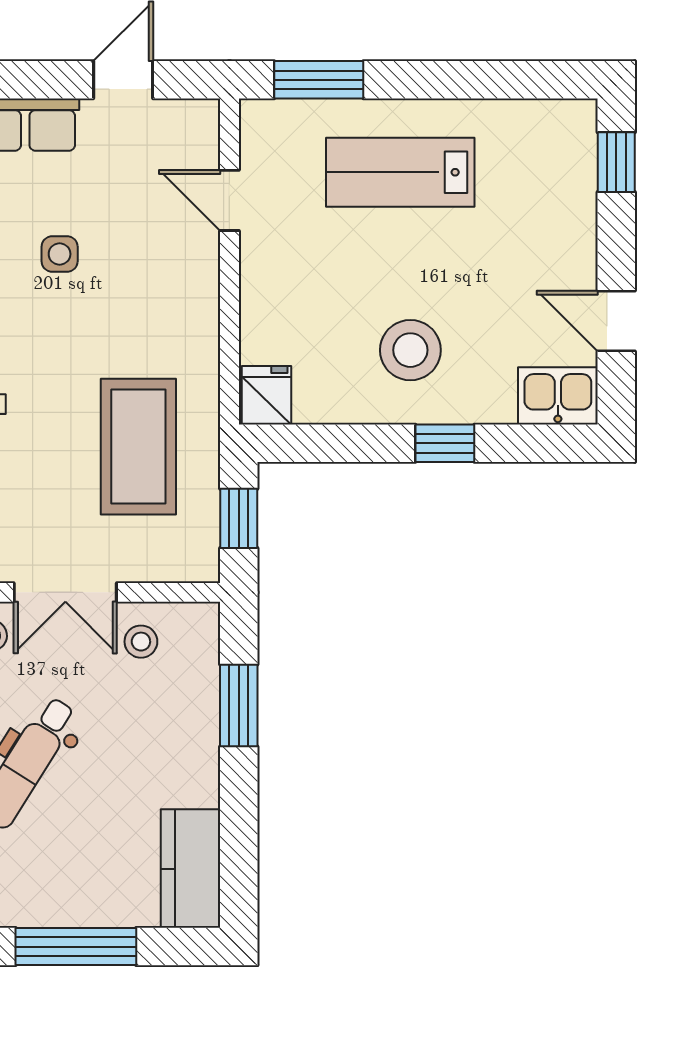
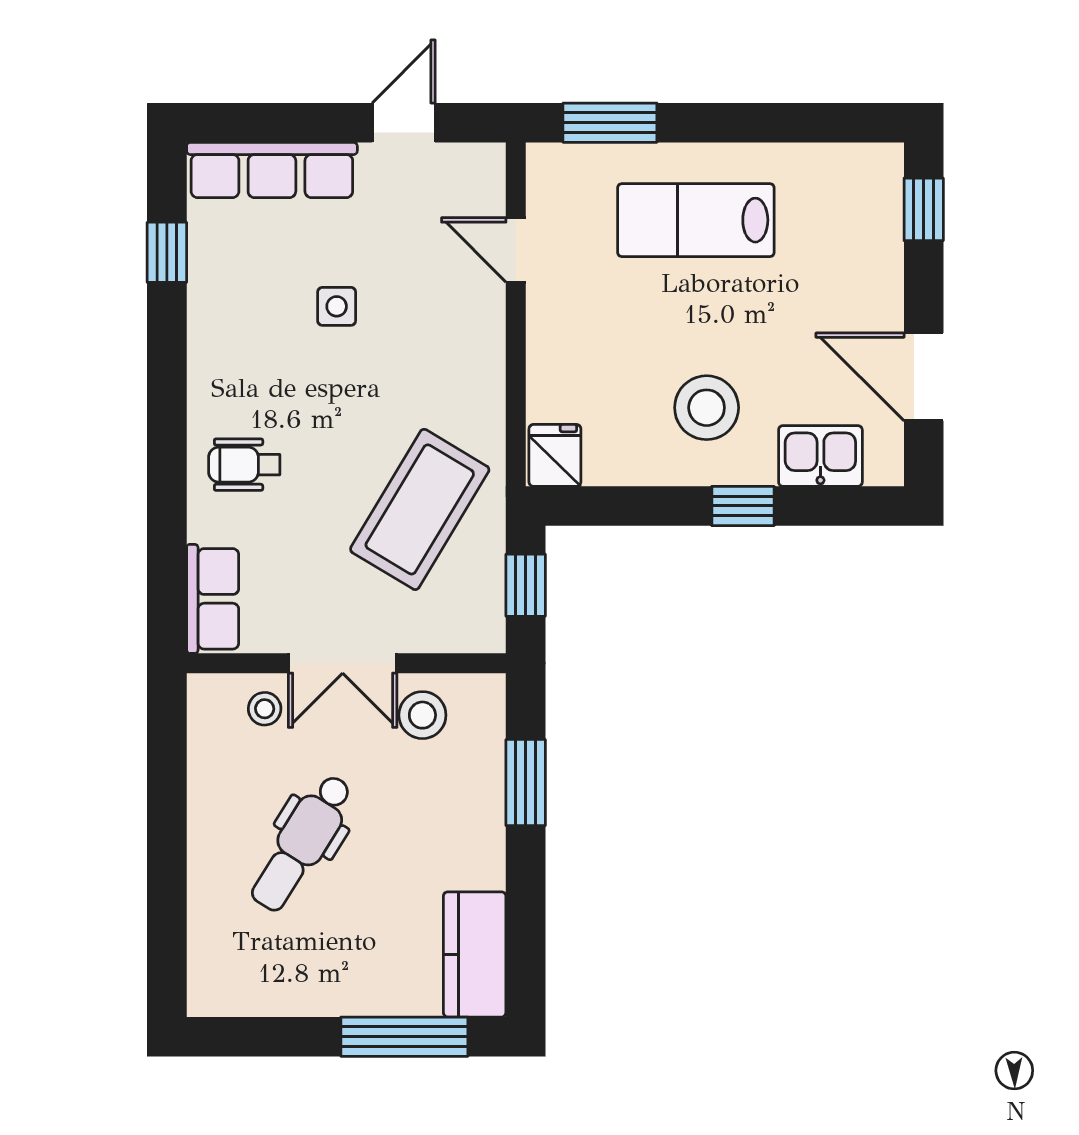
door: (616, 321) -> (924, 377), width x1.38
kitchen sink: (558, 396) -> (820, 456), moved
coffee table: (138, 447) -> (420, 509), turned 31
stool: (141, 642) -> (422, 715), width x1.37, depth x1.37
window: (76, 947) -> (404, 1037), moved

